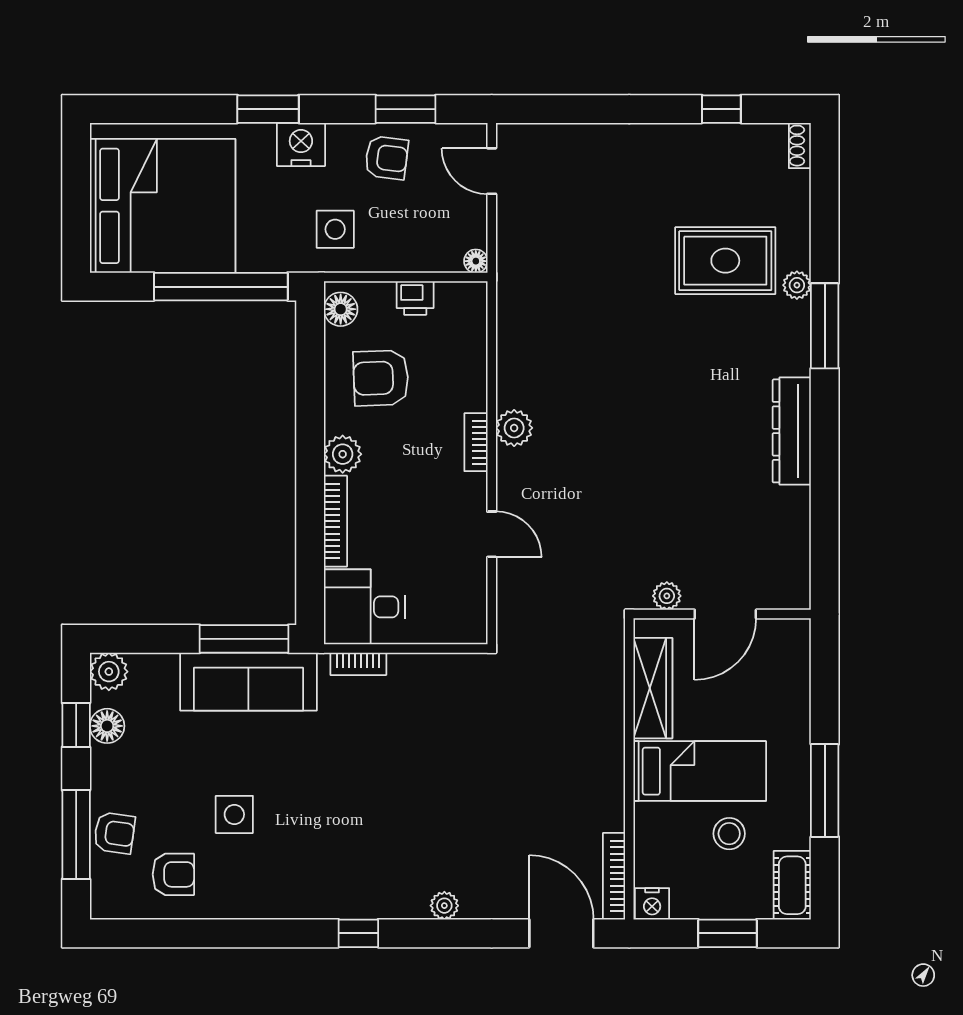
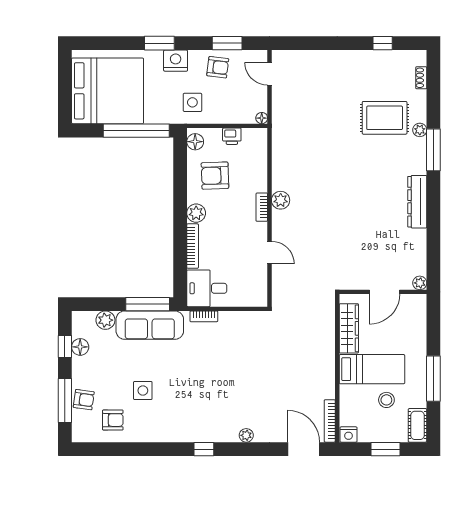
shoe rack: (800, 146) -> (421, 78), moved
plant: (667, 596) -> (420, 283), moved
plant: (109, 672) -> (105, 320), moved

